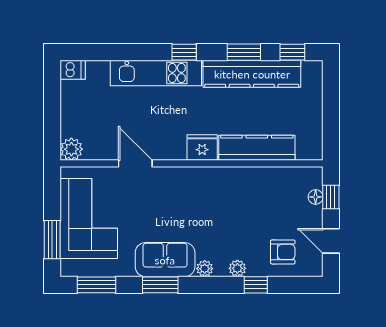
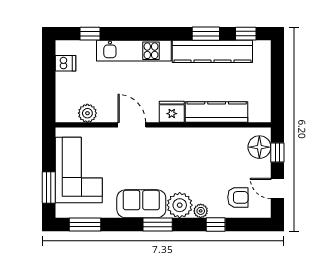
window: (184, 52) -> (90, 34), moved
dishwasher: (73, 70) -> (66, 63), moved
plant: (71, 149) -> (87, 113), moved
door: (135, 163) -> (132, 125), moved
floor lamp: (316, 197) -> (259, 147), width x1.89, depth x1.89
plant: (205, 269) -> (180, 205), width x1.88, depth x1.88
window: (160, 285) -> (158, 224), moved

